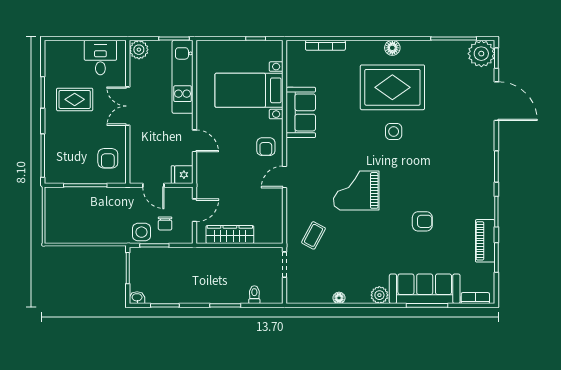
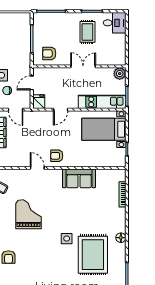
desk: (100, 58) -> (115, 23), moved
rug: (392, 87) -> (93, 255), moved
bed with nightstands: (249, 90) -> (104, 129), moved, turned -90

